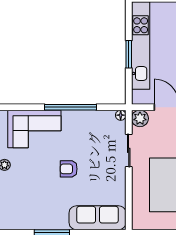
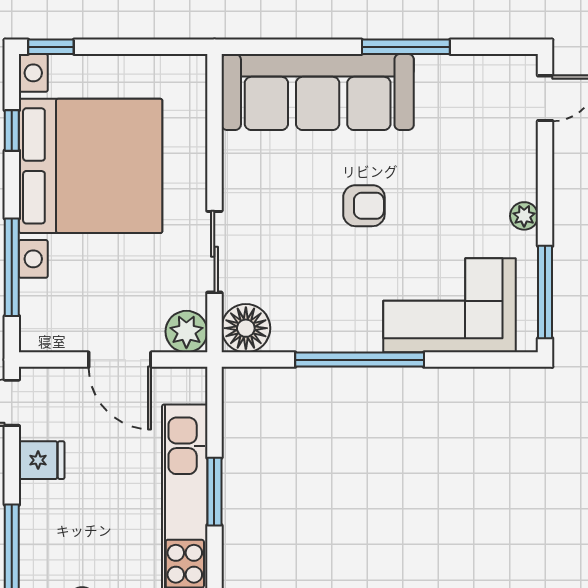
floor lamp: (121, 115) -> (246, 328), width x1.89, depth x1.89
sofa: (97, 218) -> (318, 92), width x1.36, depth x1.27

